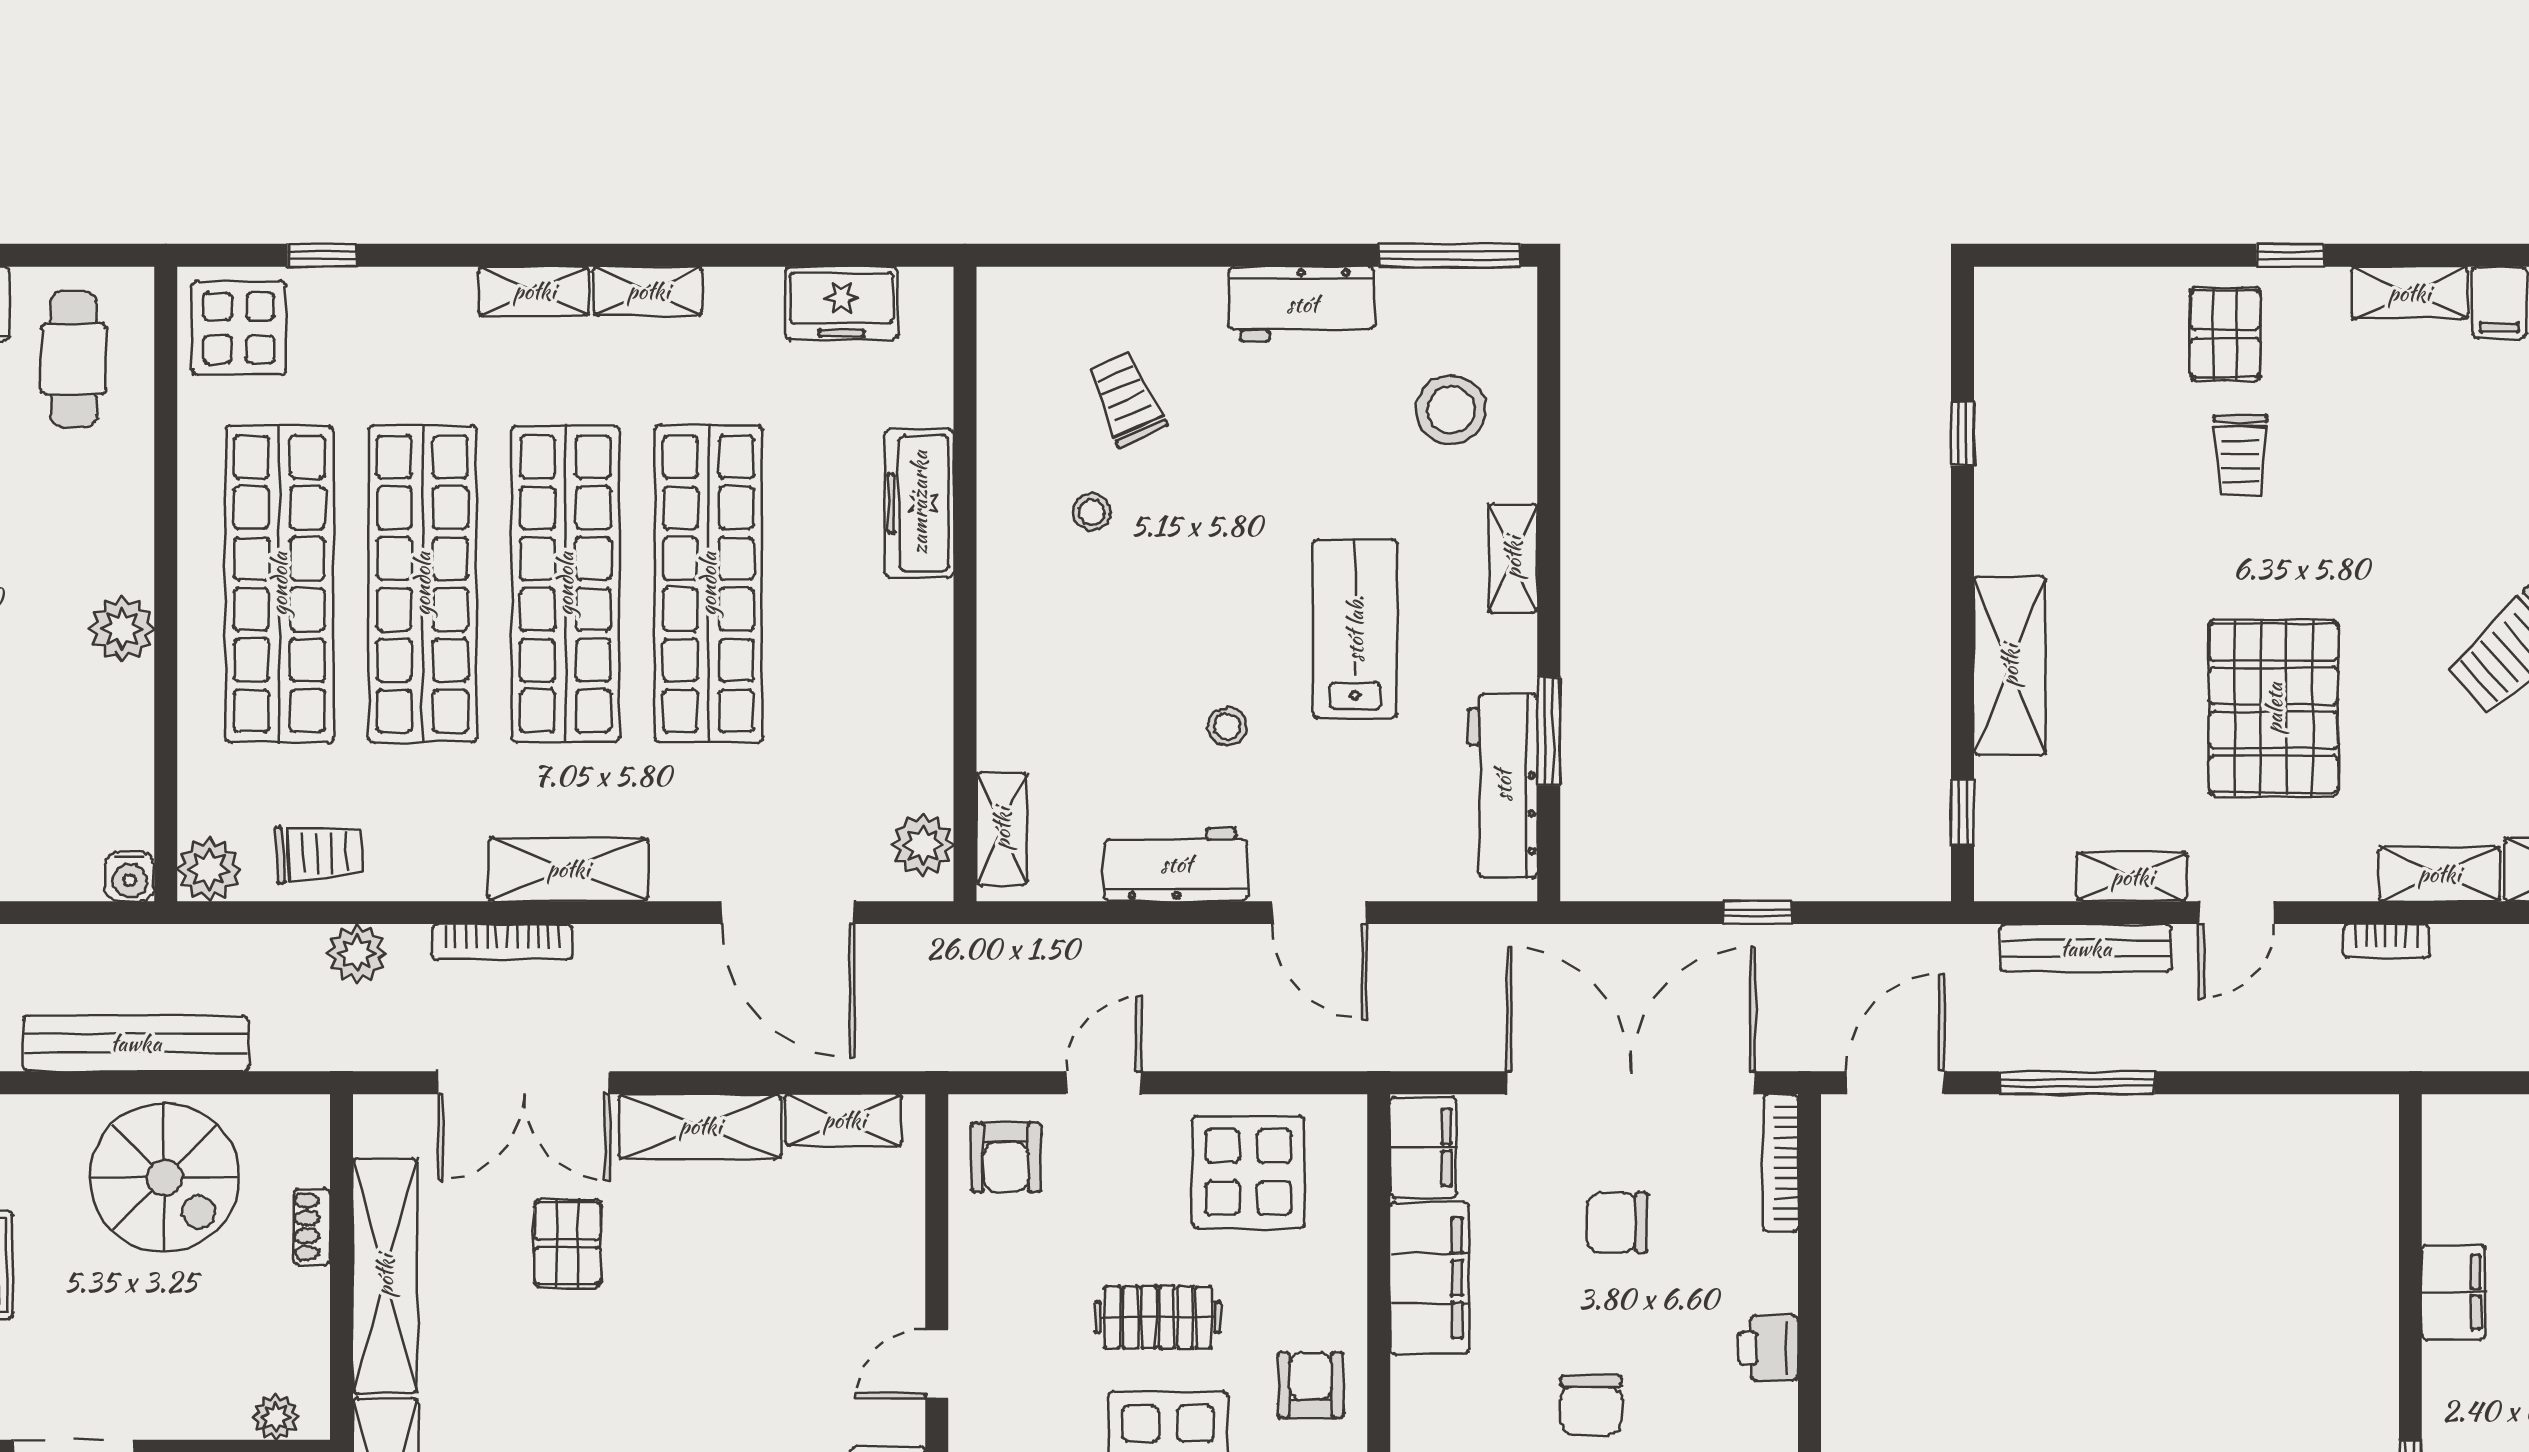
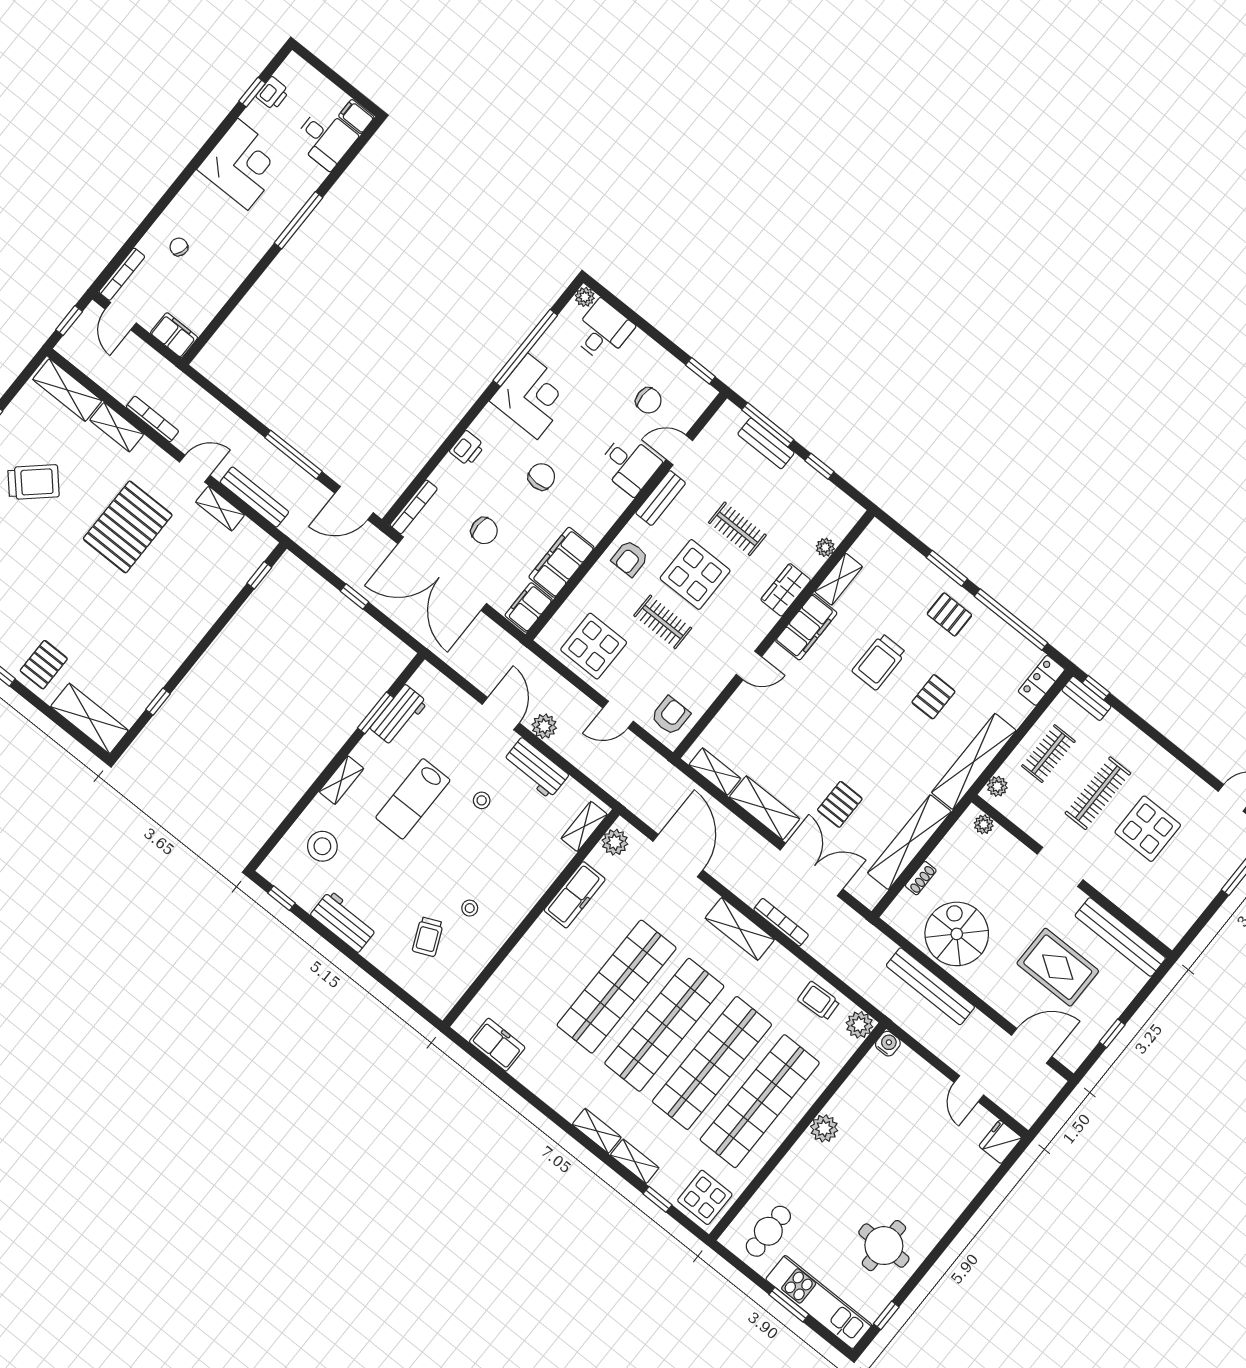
window: (1450, 255) -> (281, 898), width x0.46
shelving: (648, 291) -> (635, 1161), moved
trolley: (2241, 455) -> (71, 620), removed
freezer: (919, 503) -> (575, 895), moved
shelving: (2010, 666) -> (89, 718), moved, turned 90
workbench: (1503, 786) -> (399, 715), width x0.73
bookcase: (2386, 941) -> (152, 419), width x1.56
plant: (357, 953) -> (544, 726), moved
filing cabinet: (2453, 1292) -> (174, 335), moved, turned 90

